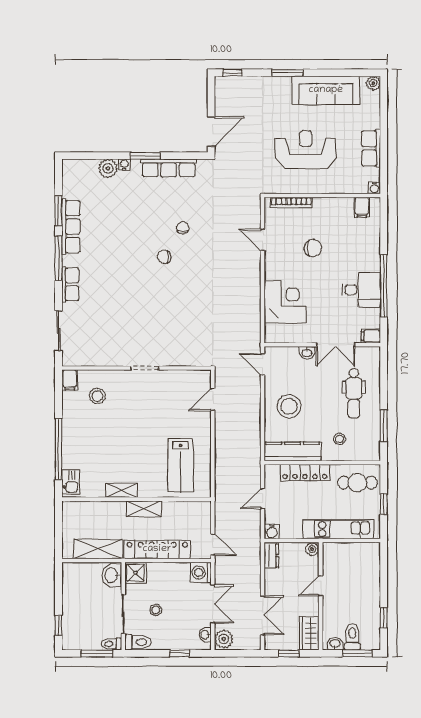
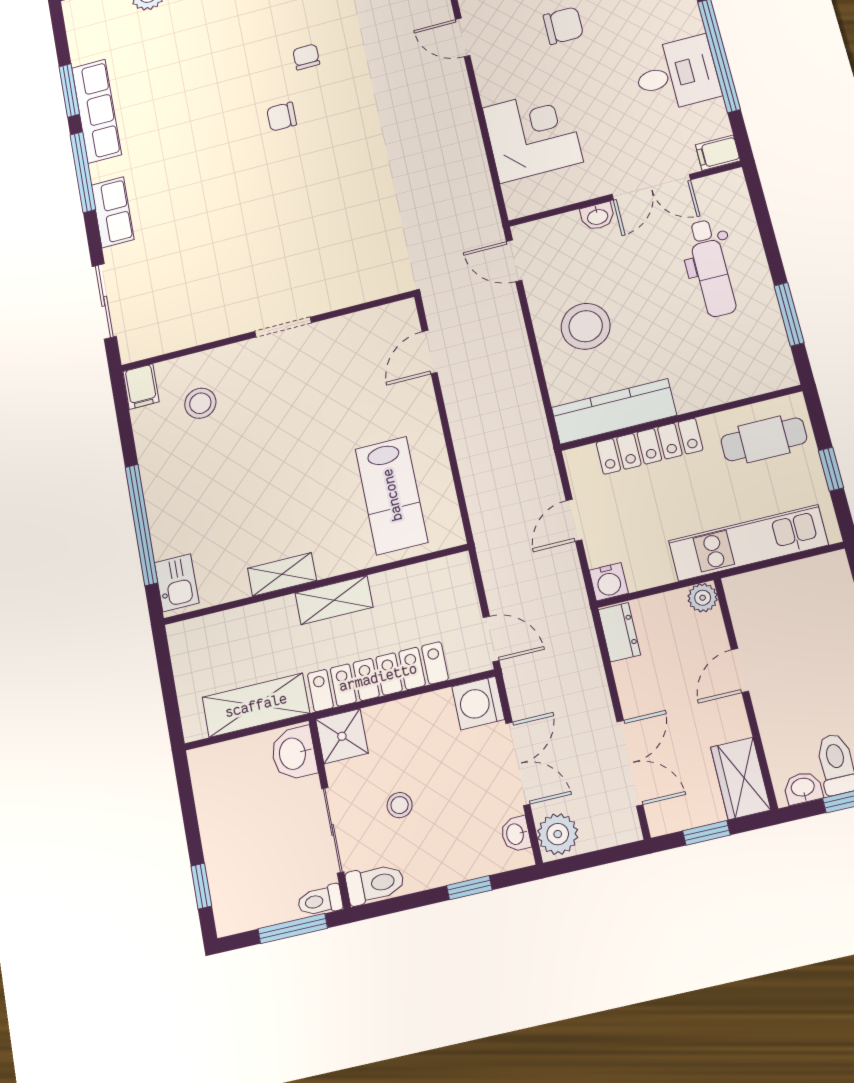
stool: (340, 439) -> (705, 363), removed

